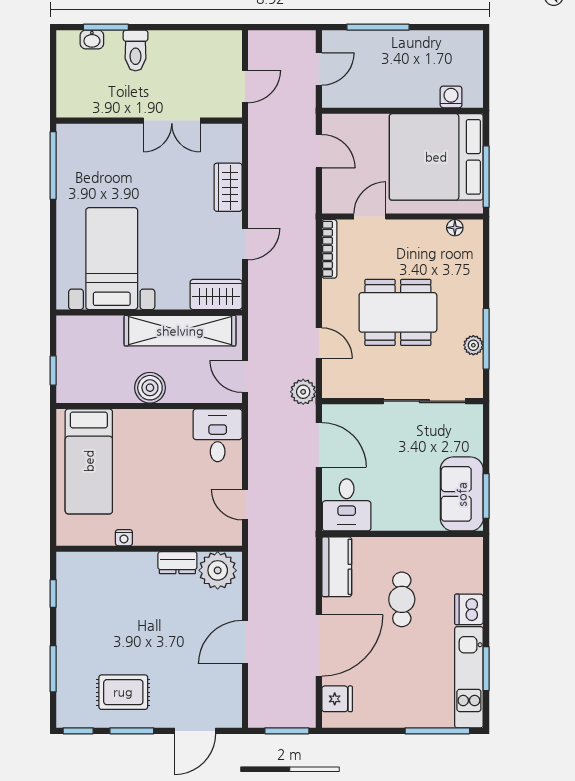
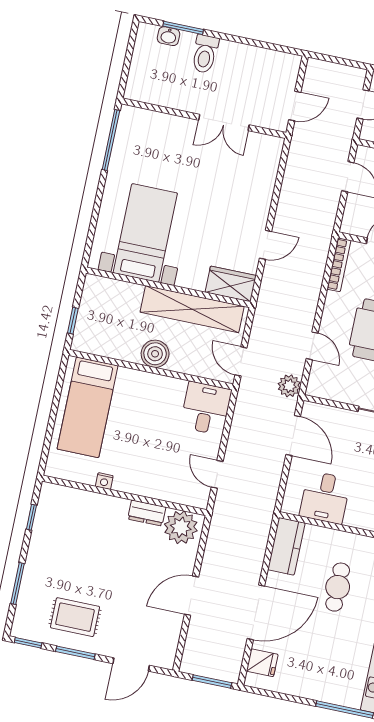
wardrobe: (228, 187) -> (261, 192), removed
desk: (347, 505) -> (325, 497), moved

